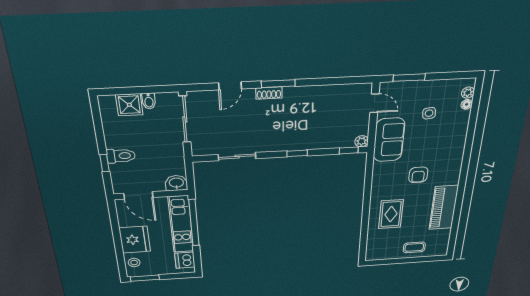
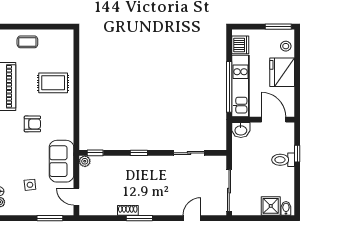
window: (278, 84) -> (139, 218), moved
shoe rack: (269, 93) -> (128, 210), moved
bidet: (149, 101) -> (286, 208), moved
armchair: (418, 175) -> (32, 124), turned 90
rug: (391, 214) -> (53, 83), turned 90

